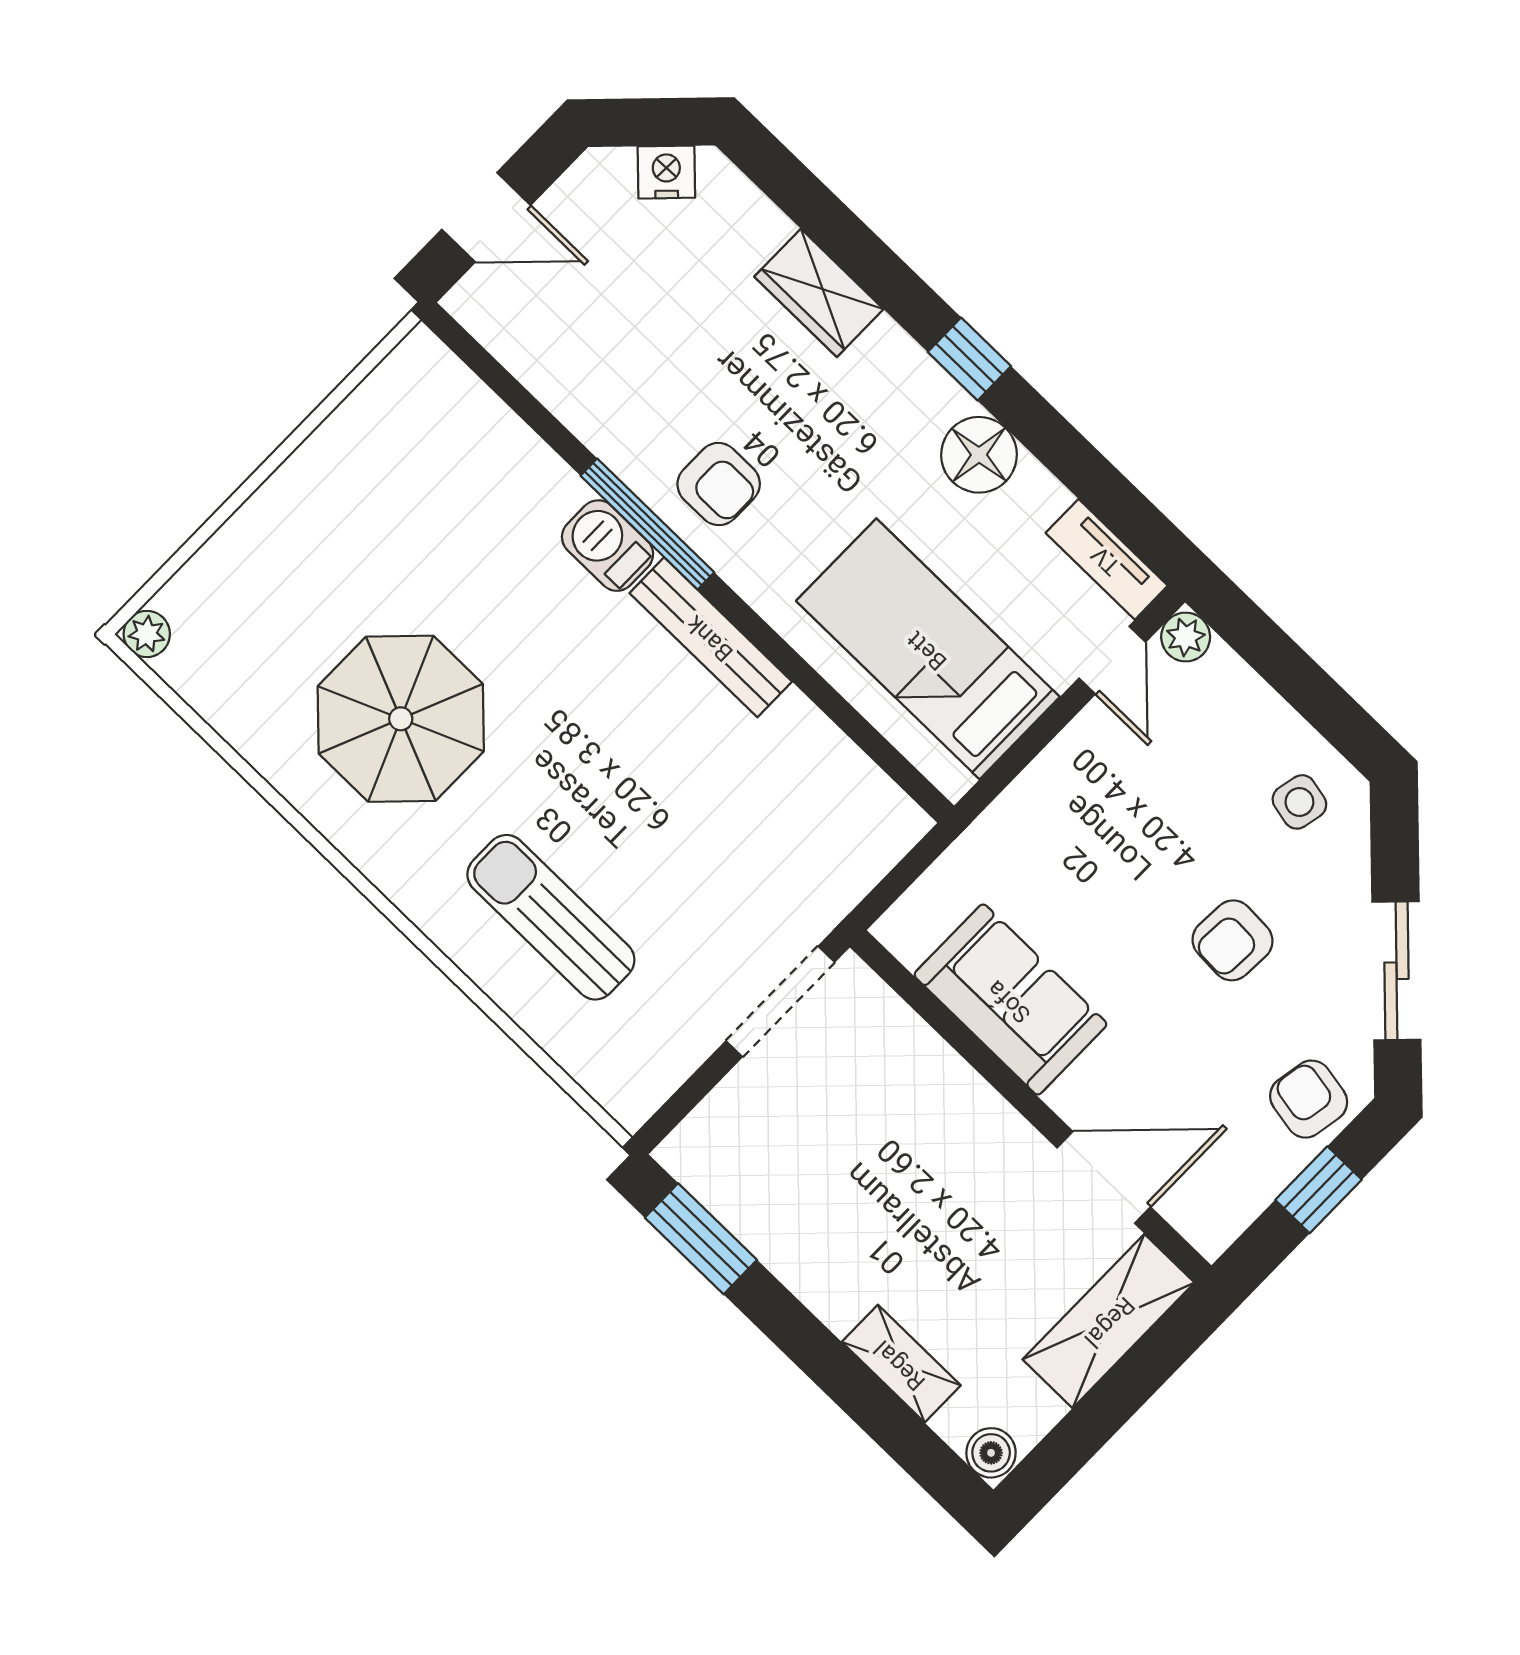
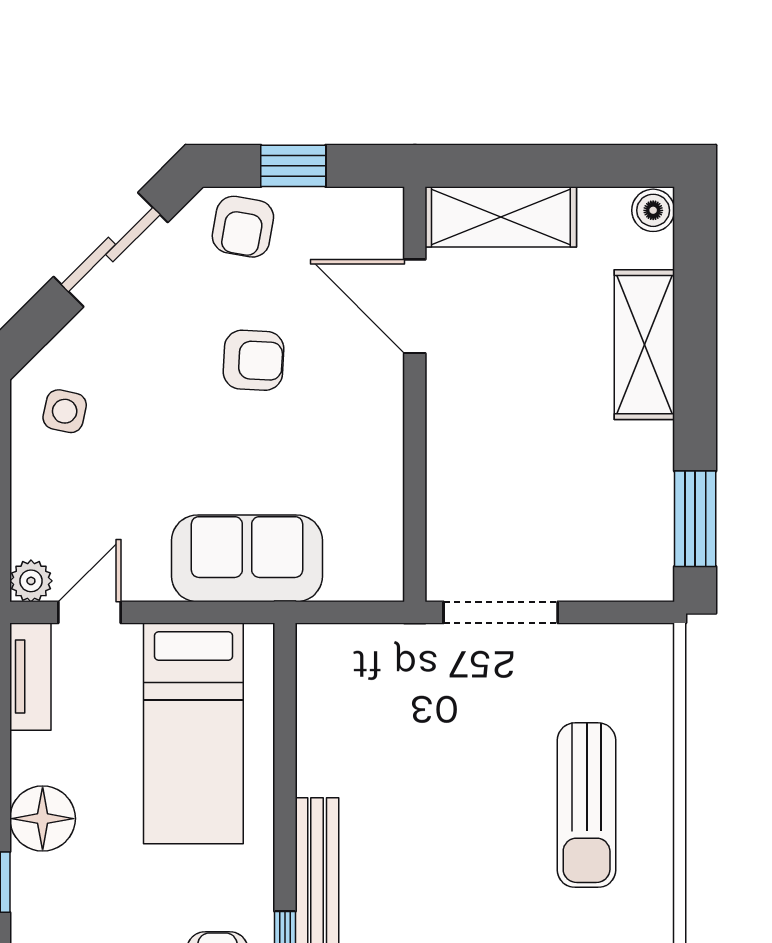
armchair: (1233, 940) -> (254, 360), moved
sofa: (1010, 1000) -> (247, 558), moved, turned 90
shelving: (901, 1364) -> (644, 345), width x1.50, depth x1.33

